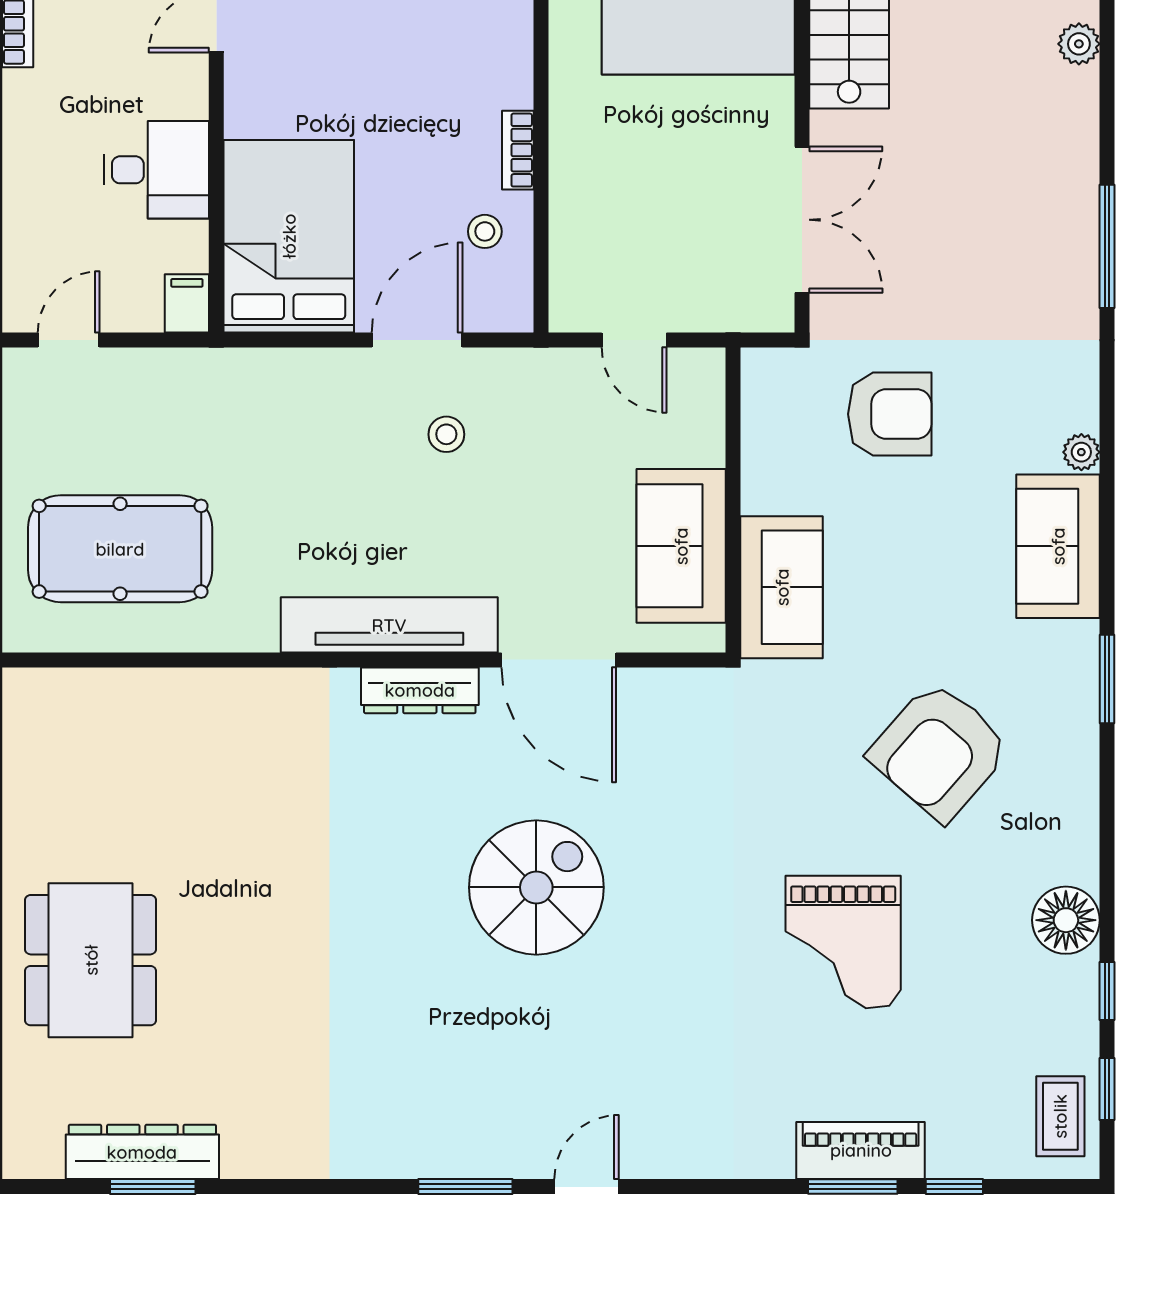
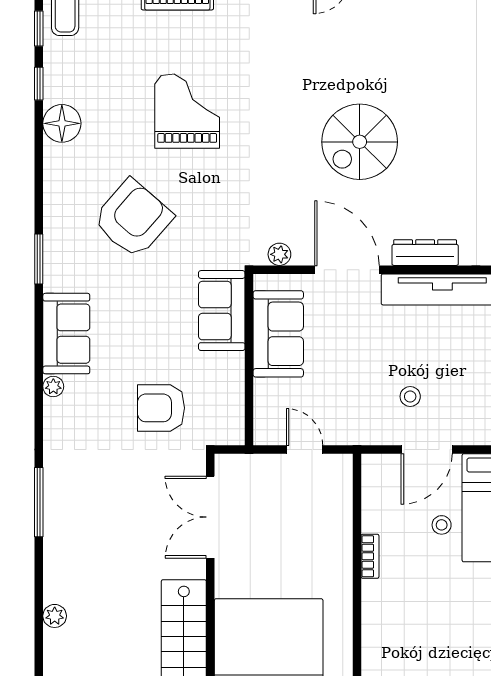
stool: (485, 231) -> (442, 525), moved
plant: (679, 687) -> (279, 254), added

